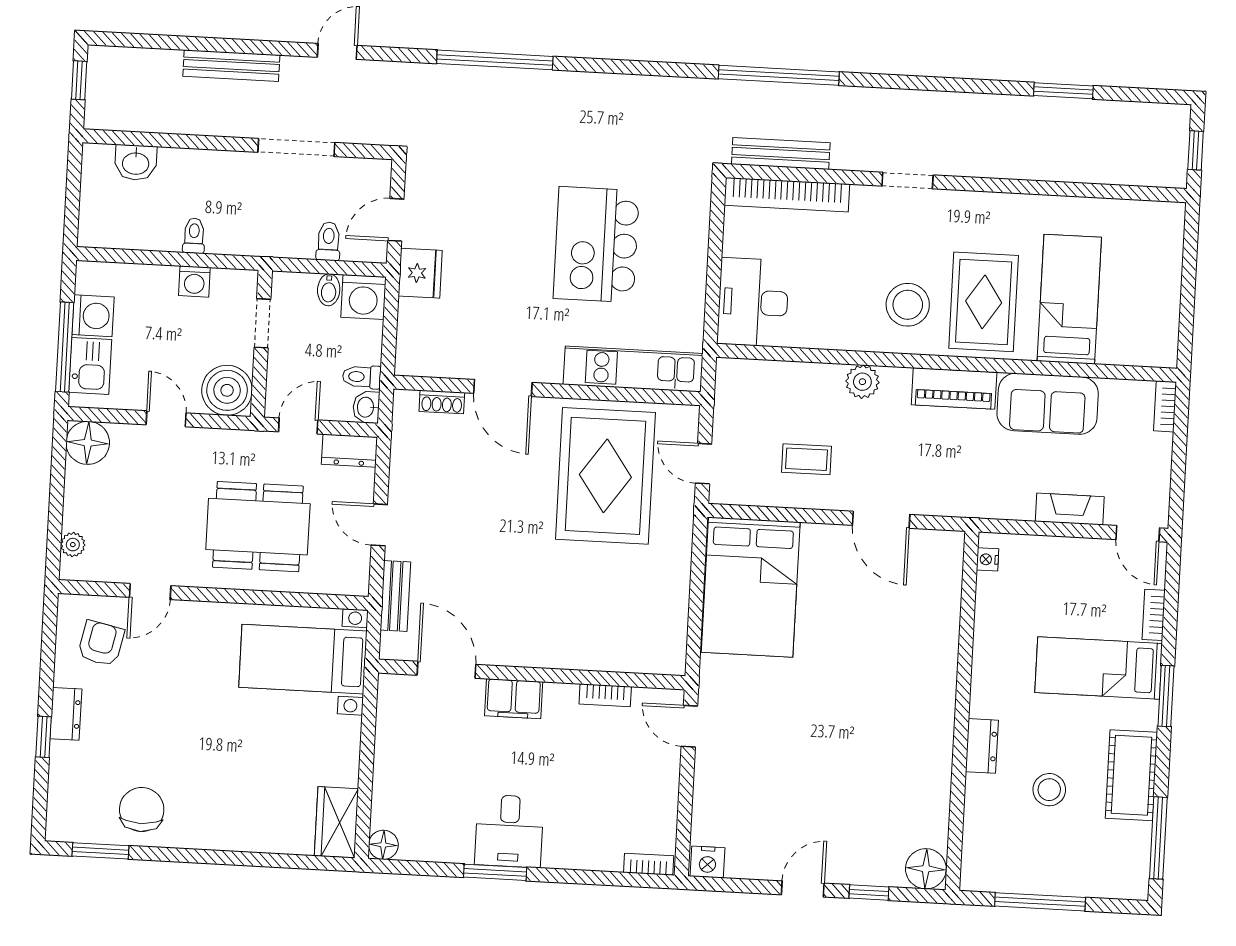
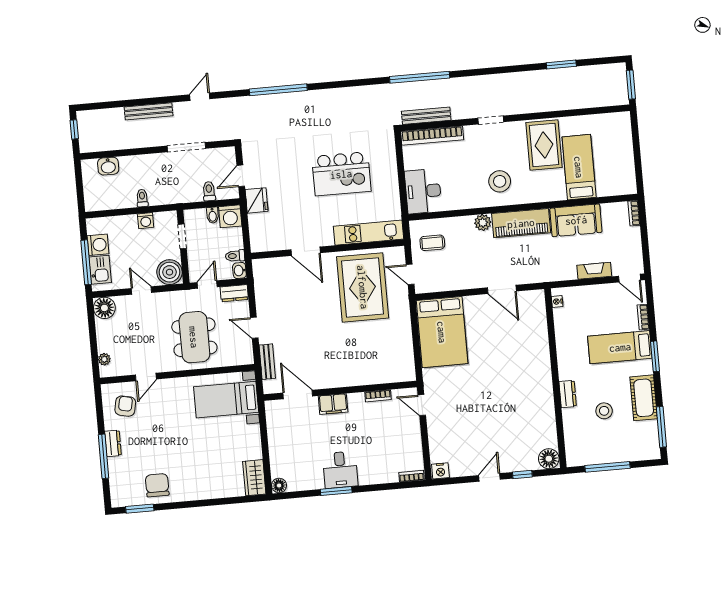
window: (1196, 150) -> (631, 85), width x1.50
kitchen island: (596, 245) -> (341, 174), turned -90
rug: (984, 302) -> (544, 145), moved
piano: (954, 388) -> (521, 223), width x1.37, depth x1.33
shoe rack: (442, 402) -> (276, 263), removed
coffee table: (806, 459) -> (432, 243), moved
dining table: (258, 527) -> (194, 337), turned 90
window: (44, 737) -> (104, 456), width x2.17

